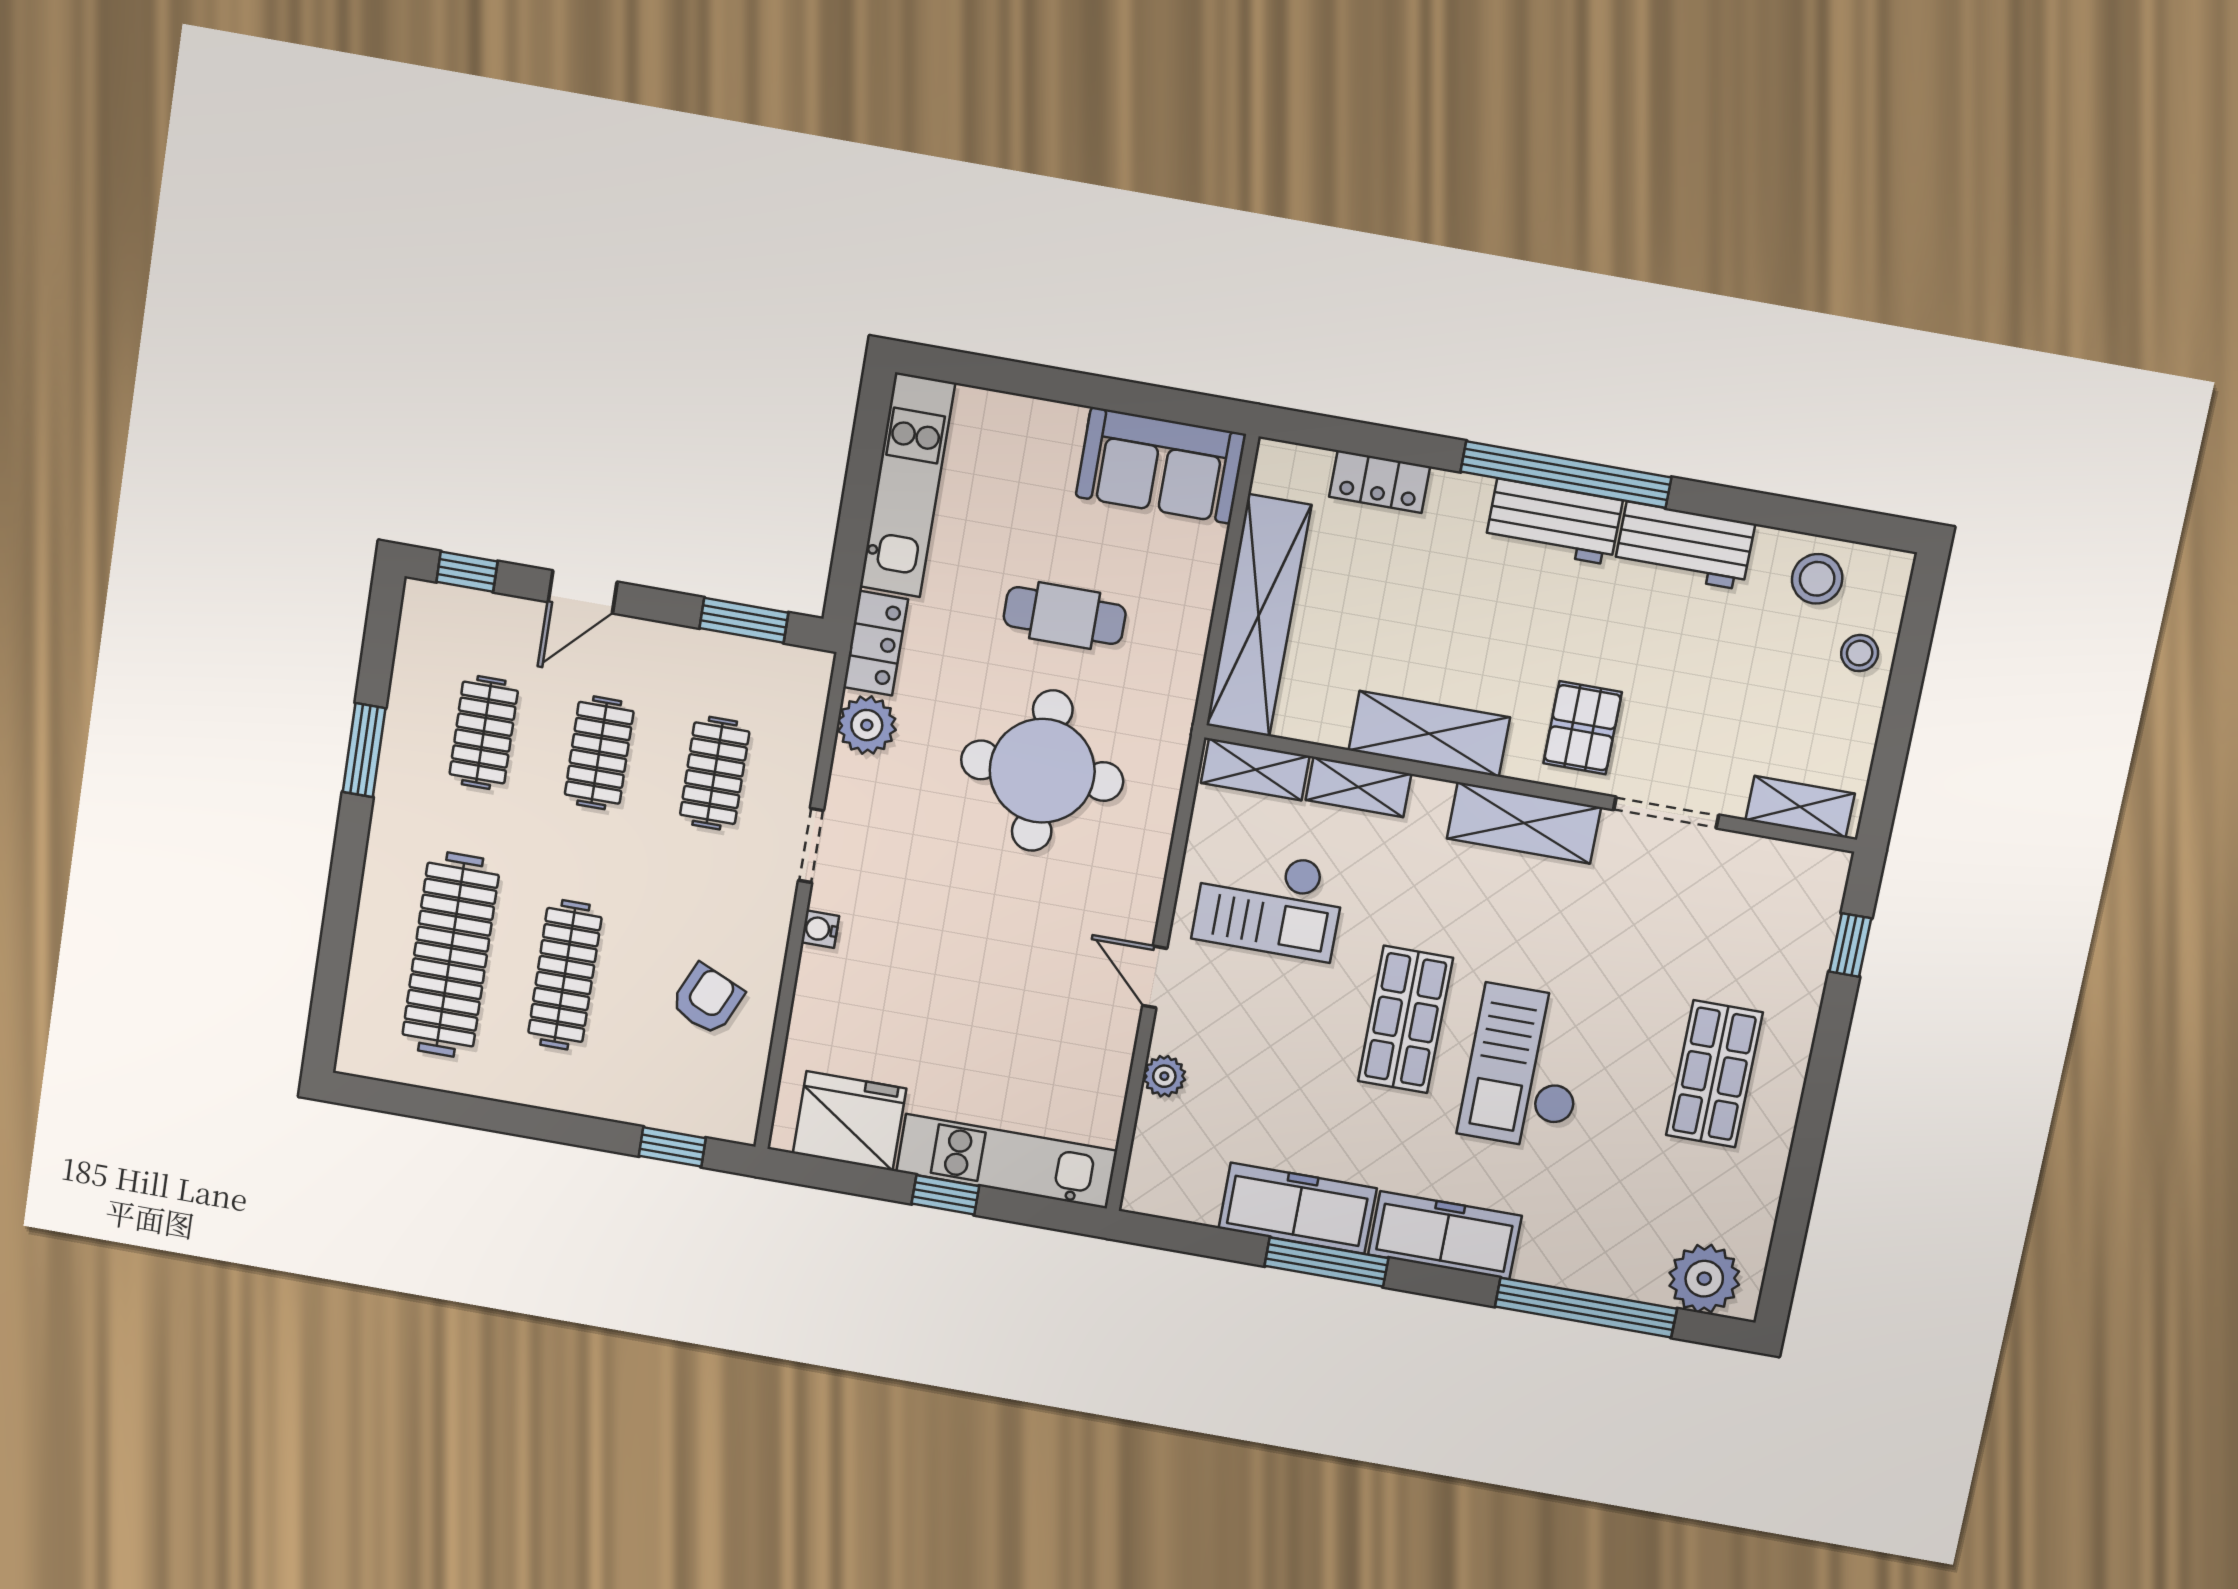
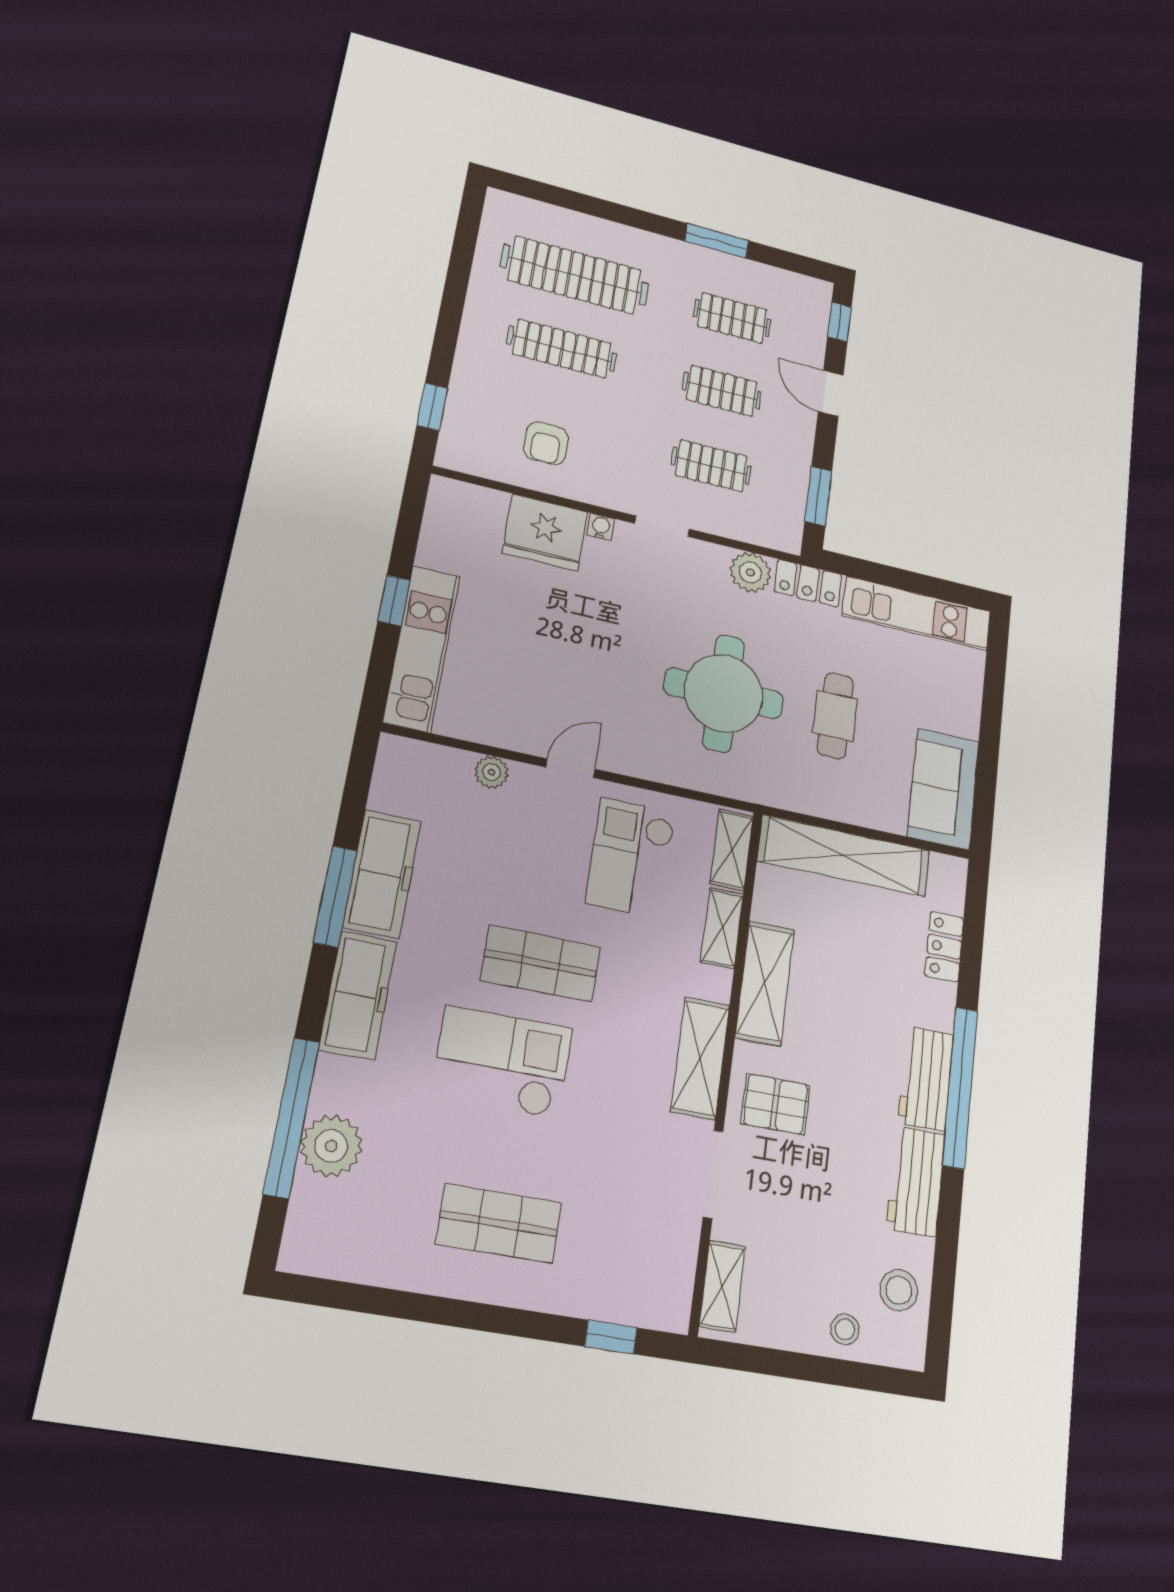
armchair: (707, 999) -> (546, 443), turned 66
fridge: (850, 1121) -> (545, 532), moved, turned 90
plant: (1704, 1279) -> (331, 1146), moved

